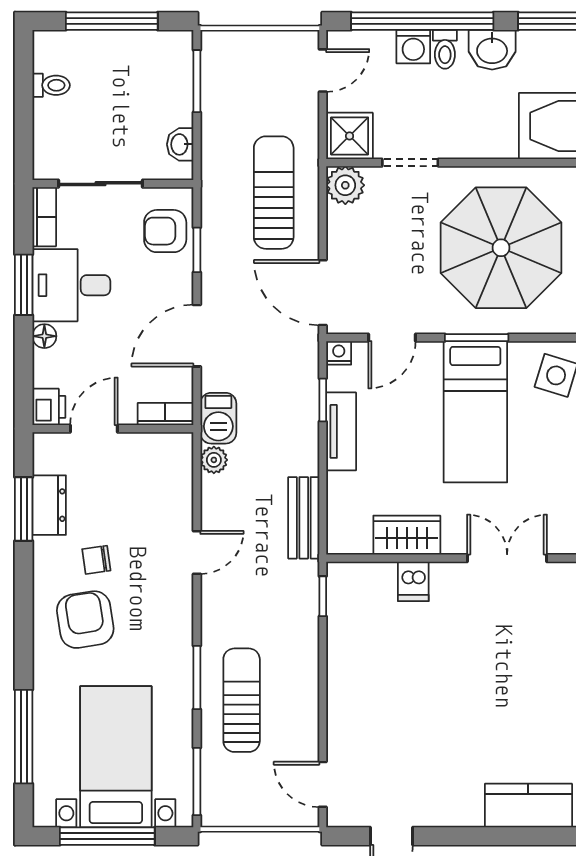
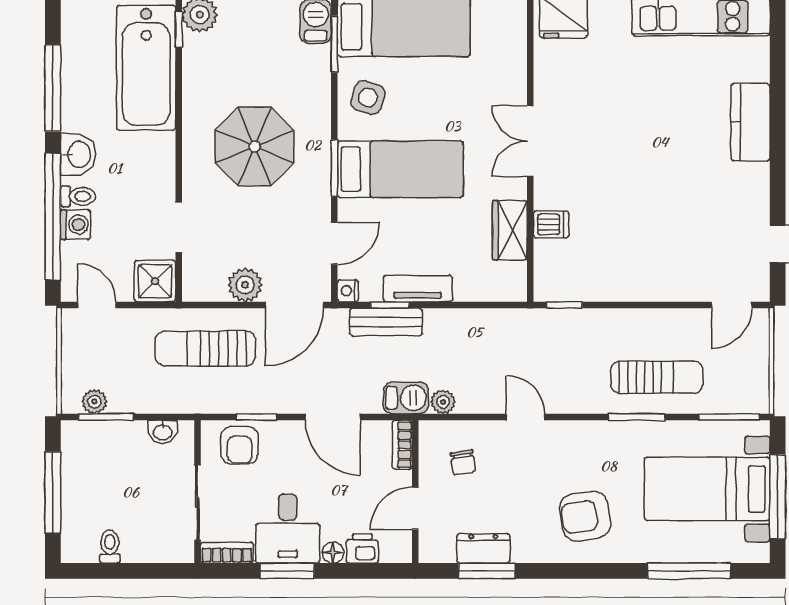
plant: (214, 68) -> (94, 402), added
plant: (345, 185) -> (245, 285), moved
parasol: (501, 248) -> (254, 146), width x0.73, depth x0.73
door: (392, 338) -> (334, 243), hinge flipped
printer: (49, 407) -> (362, 548), moved
door: (94, 429) -> (415, 508), hinge flipped
bench: (304, 518) -> (386, 322), moved
chair: (96, 560) -> (463, 462), moved
sun lounger: (242, 700) -> (657, 377), turned 180

